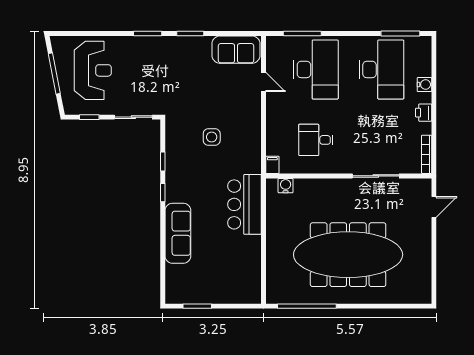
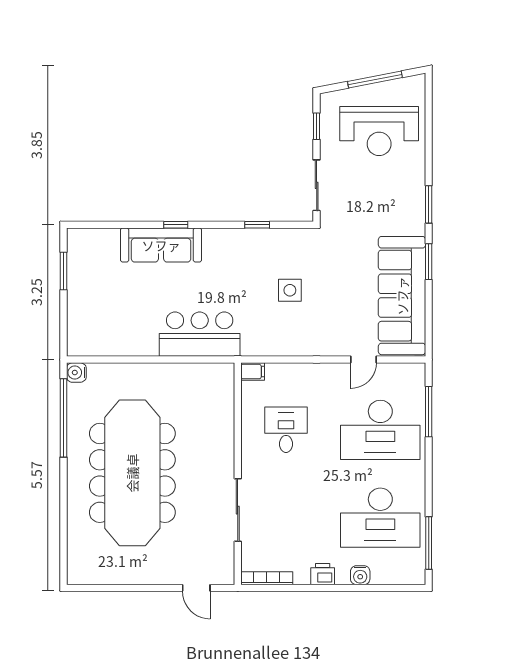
sofa: (236, 50) -> (402, 296), width x1.85, depth x1.27
water cooler: (286, 186) -> (76, 373), moved, turned 180
window: (163, 193) -> (176, 225), moved

